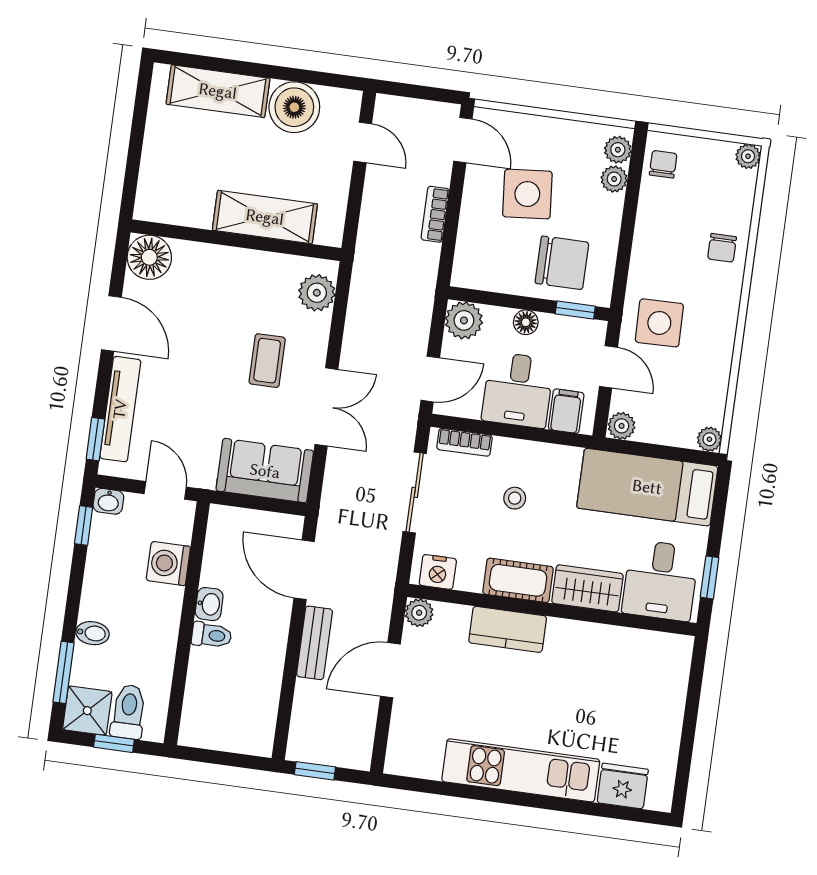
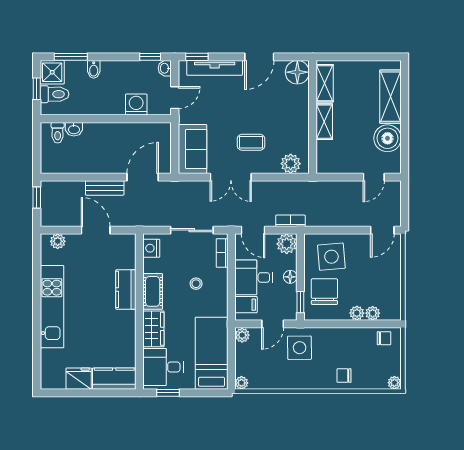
plant: (618, 150) -> (357, 313), moved
side table: (527, 194) -> (331, 257), moved
shelving: (177, 209) -> (325, 83), added
bookcase: (435, 214) -> (290, 221), moved
shelving: (265, 217) -> (324, 122), width x0.67, depth x0.75
chair: (562, 263) -> (324, 292), turned 180
washbasin: (209, 604) -> (74, 129), moved
plant: (419, 613) -> (58, 241), moved
toilet: (212, 635) -> (58, 133), moved
kitchen counter: (669, 673) -> (114, 379), added
fridge: (623, 786) -> (79, 379), moved, turned -90

